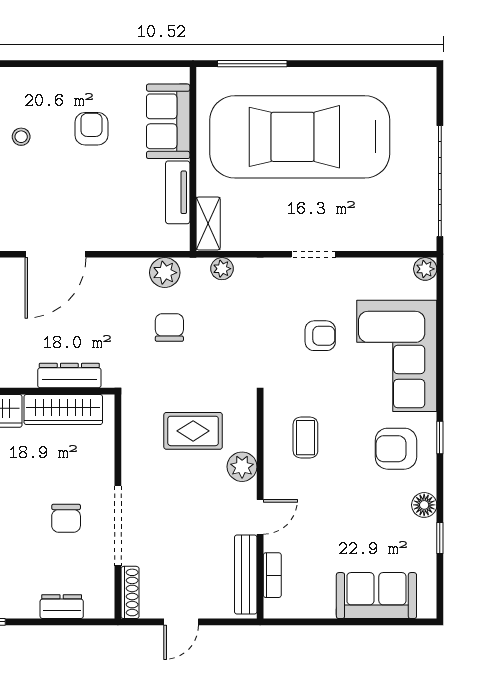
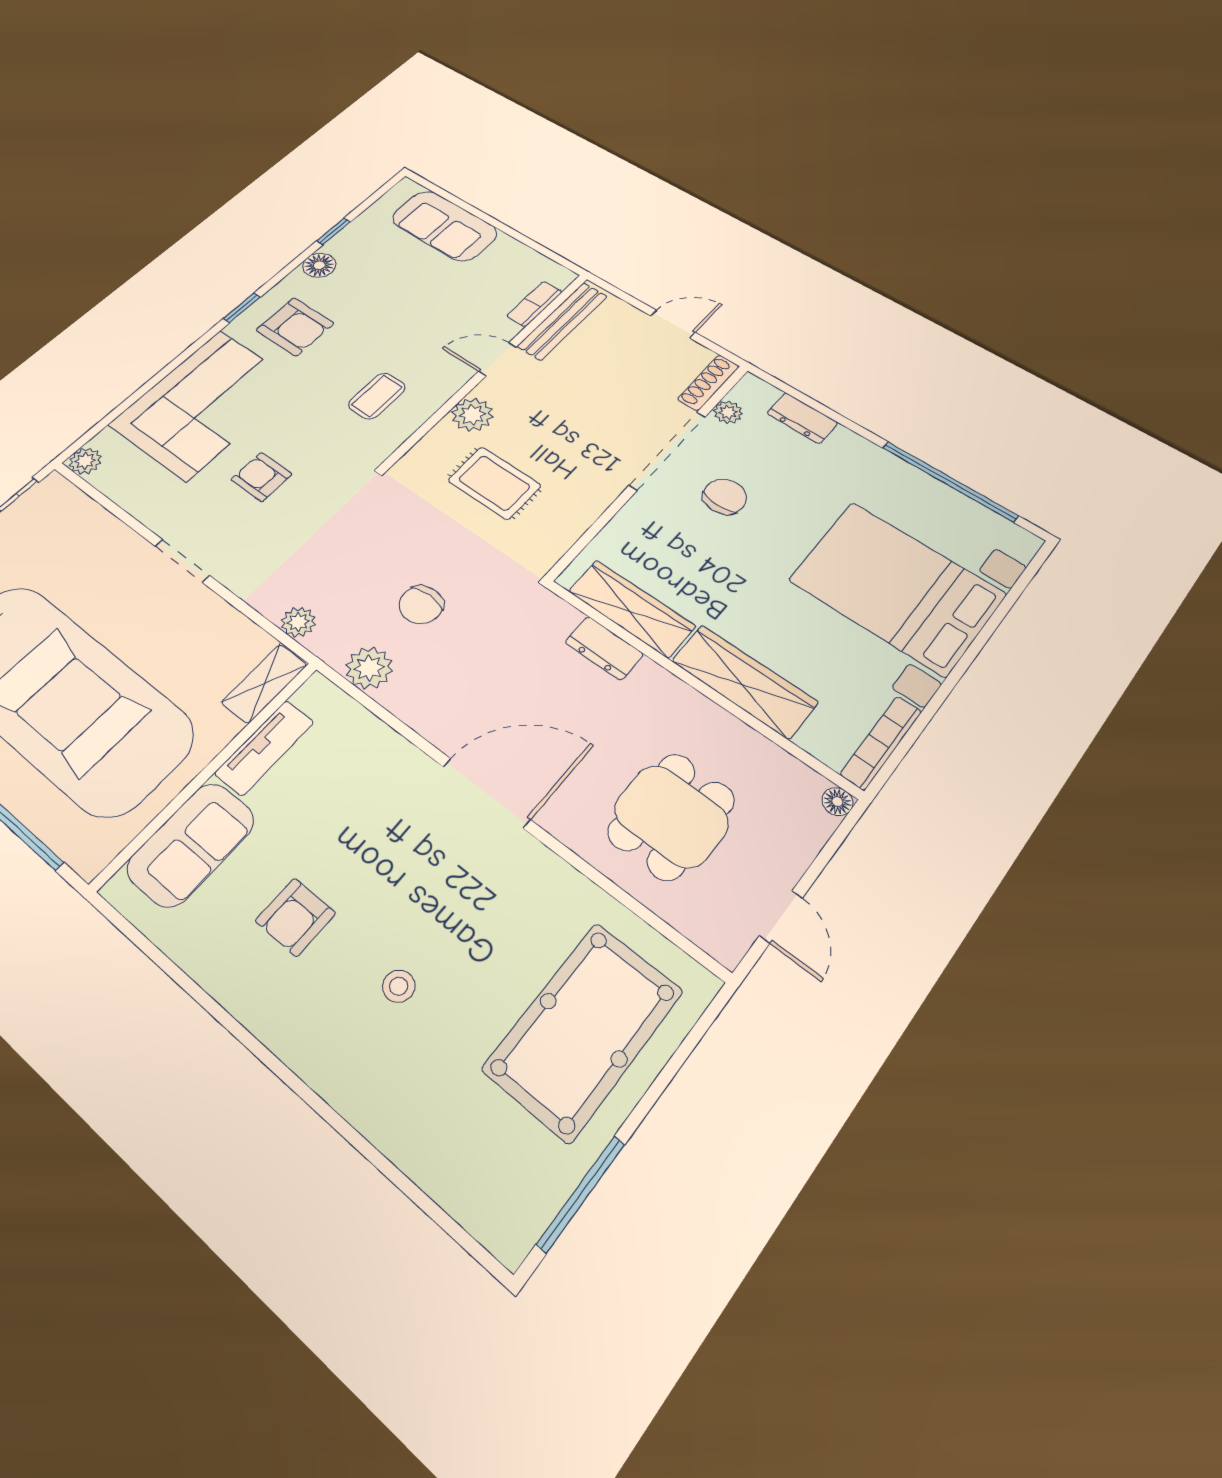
dresser: (69, 376) -> (604, 648), width x0.70
plant: (104, 579) -> (728, 412), added

